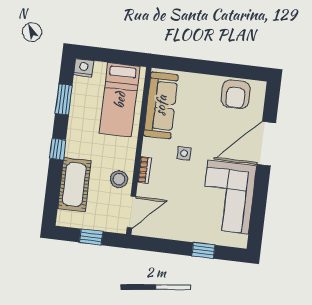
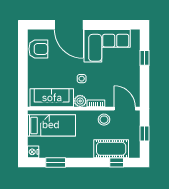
plant: (151, 147) -> (80, 101), added
window: (58, 149) -> (117, 163), moved

